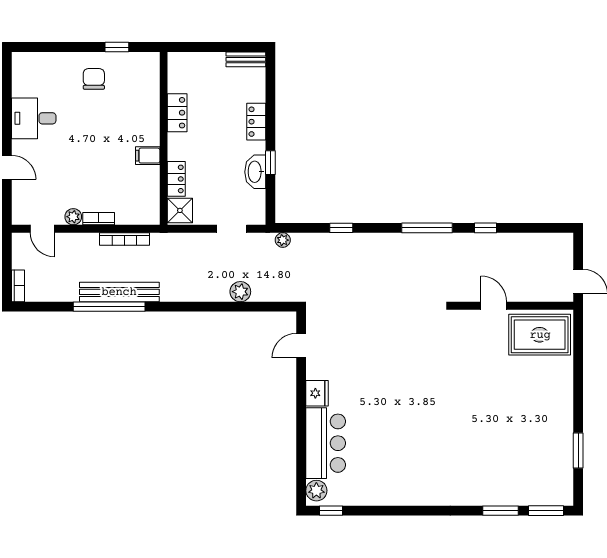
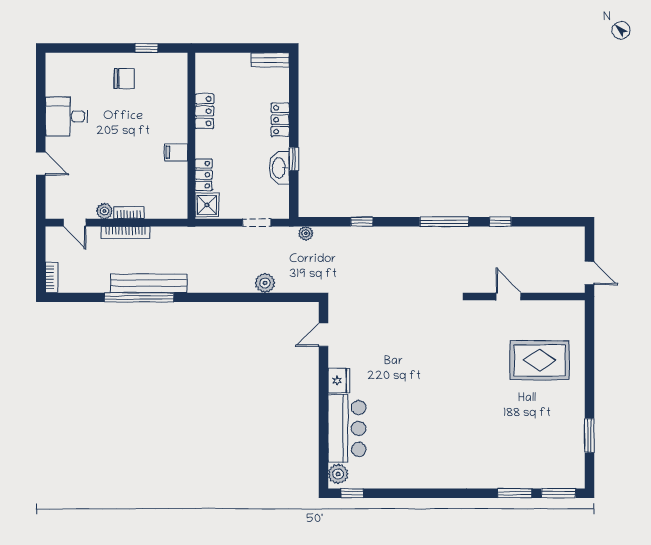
chair: (94, 79) -> (124, 79), turned 90
bookcase: (124, 239) -> (126, 232), moved
rug: (540, 335) -> (540, 360), moved

